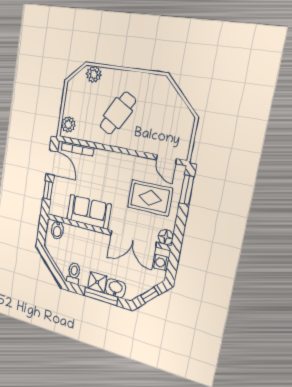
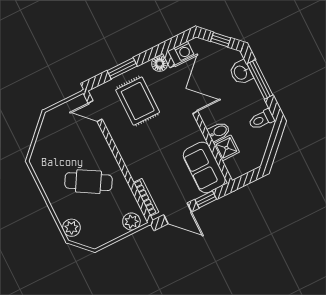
door: (166, 159) -> (95, 111), swing flipped
door: (52, 163) -> (178, 213), swing flipped
window: (187, 190) -> (122, 68), moved
sofa: (89, 212) -> (204, 167), moved
bidet: (57, 230) -> (219, 131), moved
shower: (97, 282) -> (226, 148), moved

